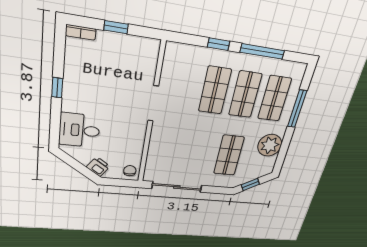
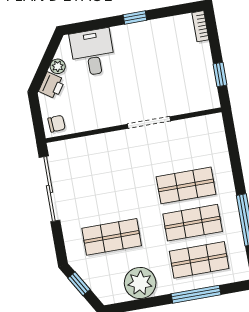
window: (116, 27) -> (220, 74), moved
window: (219, 44) -> (237, 169), removed
plant: (84, 159) -> (58, 66), added

